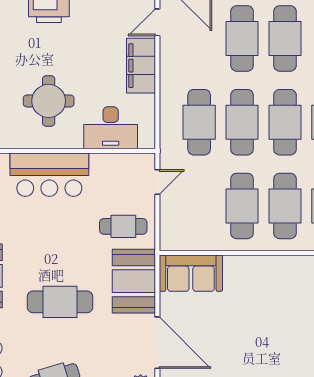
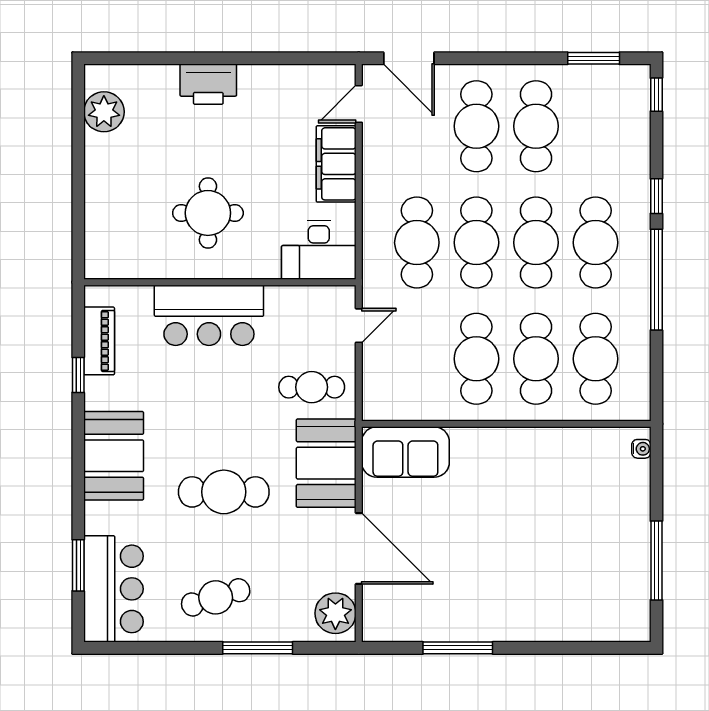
desk: (111, 128) -> (319, 250), moved

